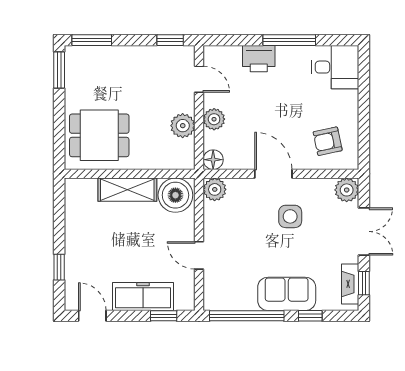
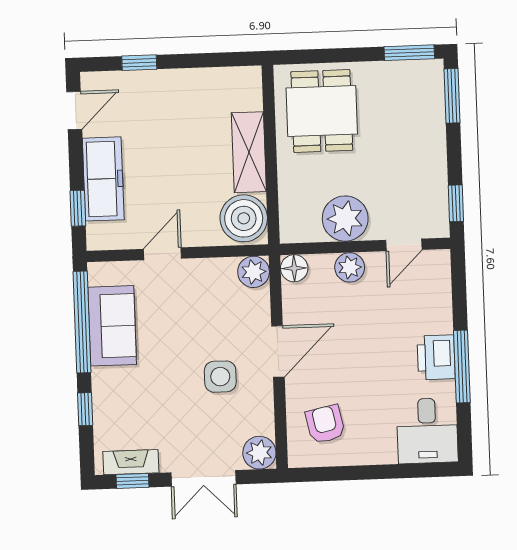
printer: (259, 59) -> (436, 357), moved
plant: (183, 126) -> (345, 219), width x1.36, depth x1.36
sofa: (287, 294) -> (112, 326), moved

